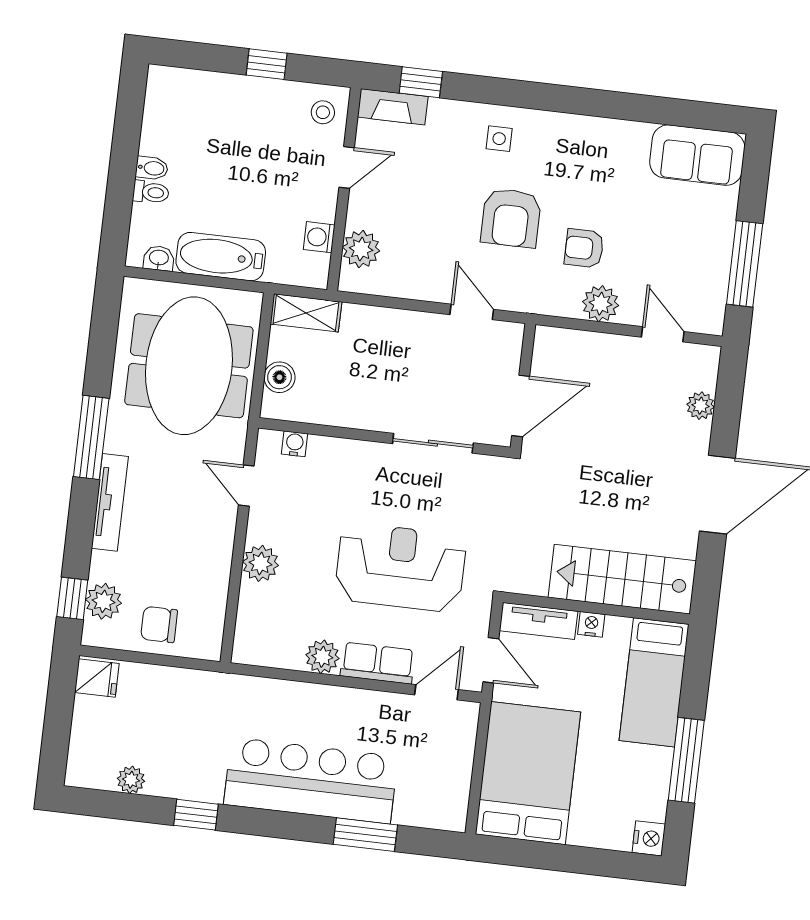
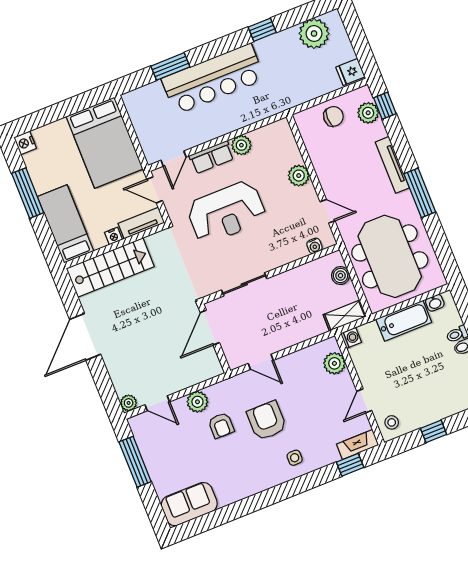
washing machine: (319, 237) -> (351, 338), moved
armchair: (584, 248) -> (221, 425), turned 90
plant: (700, 406) -> (129, 403), moved
plant: (131, 780) -> (314, 34), width x1.88, depth x1.88

